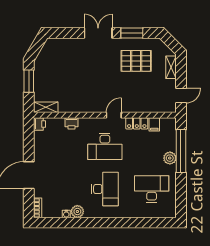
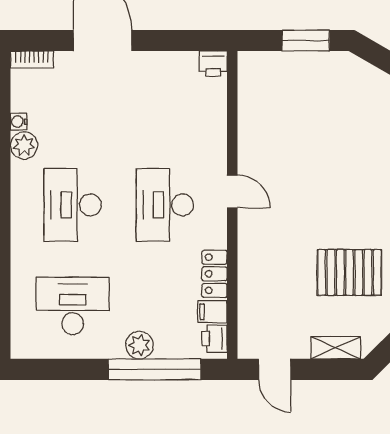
pallet: (136, 61) -> (349, 272), turned 90
shelving: (46, 107) -> (249, 77), removed
door: (114, 115) -> (232, 192), moved
printer: (72, 123) -> (214, 339), moved
desk: (105, 189) -> (73, 205), turned 90
desk: (152, 189) -> (73, 306), turned -90

